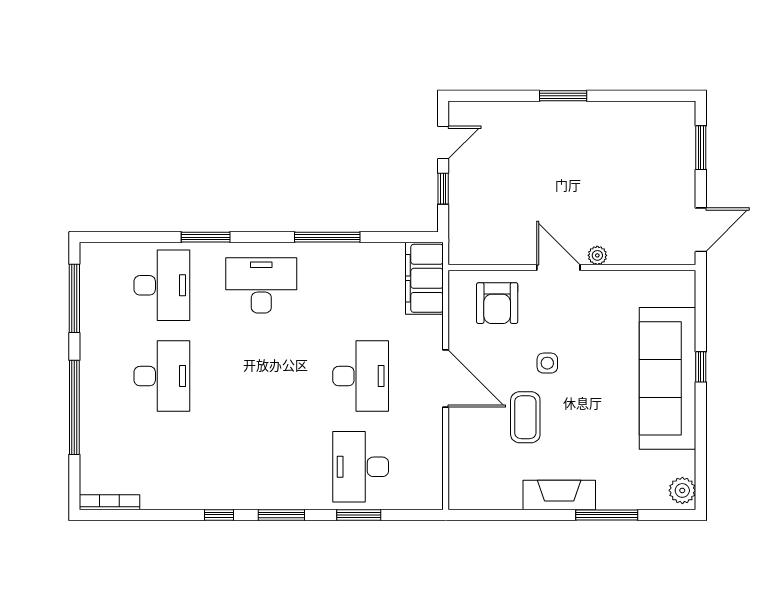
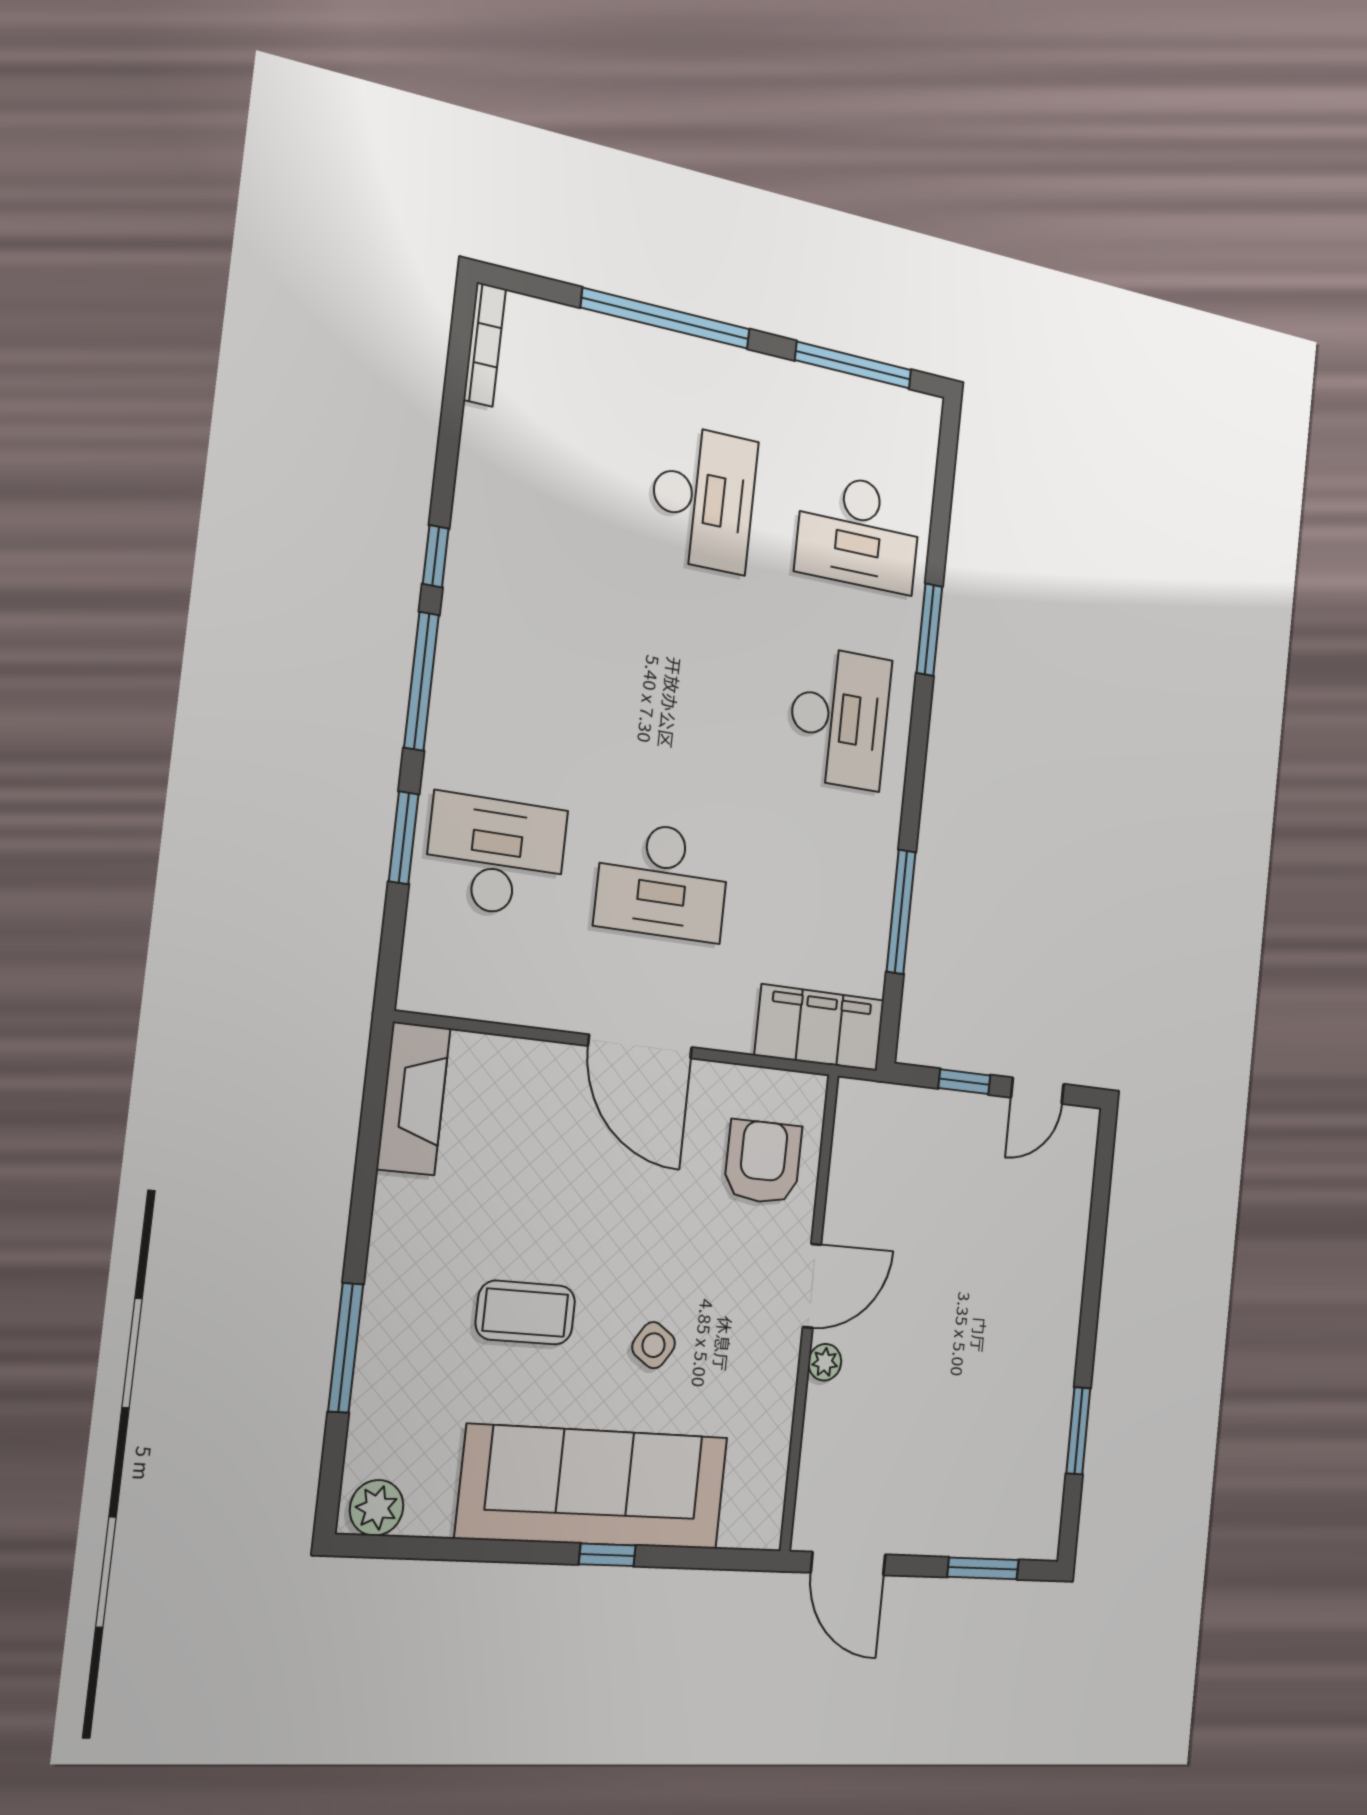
window: (563, 96) -> (1078, 1431), moved
door: (443, 142) -> (1037, 1091), hinge flipped
window: (327, 237) -> (901, 912), moved
armchair: (497, 303) -> (763, 1162), turned 90
side table: (547, 363) -> (654, 1345), moved, turned 34
desk: (162, 376) -> (703, 498), turned -90
door: (446, 379) -> (640, 1047), hinge flipped
coffee table: (525, 417) -> (526, 1313), moved
fireplace: (559, 495) -> (414, 1098), moved
window: (281, 515) -> (421, 681), width x1.44

